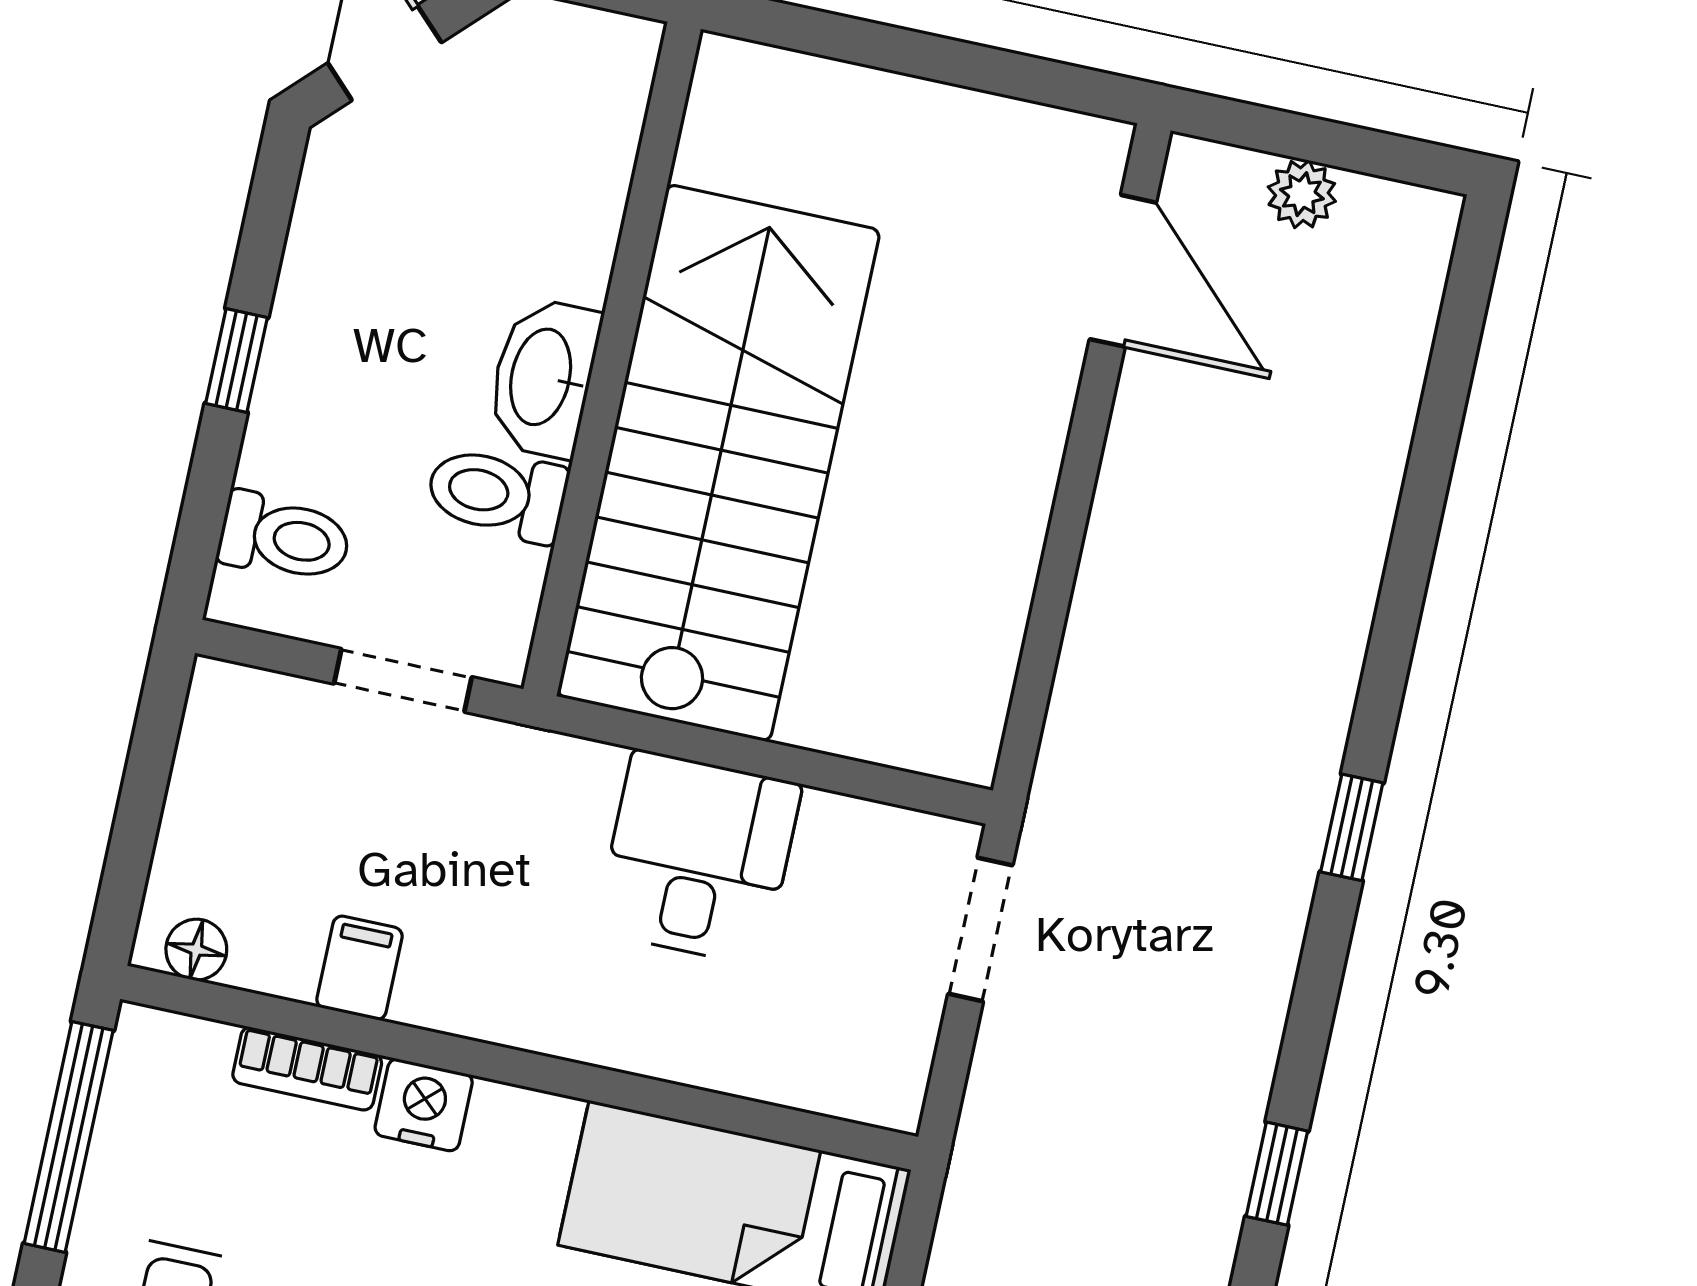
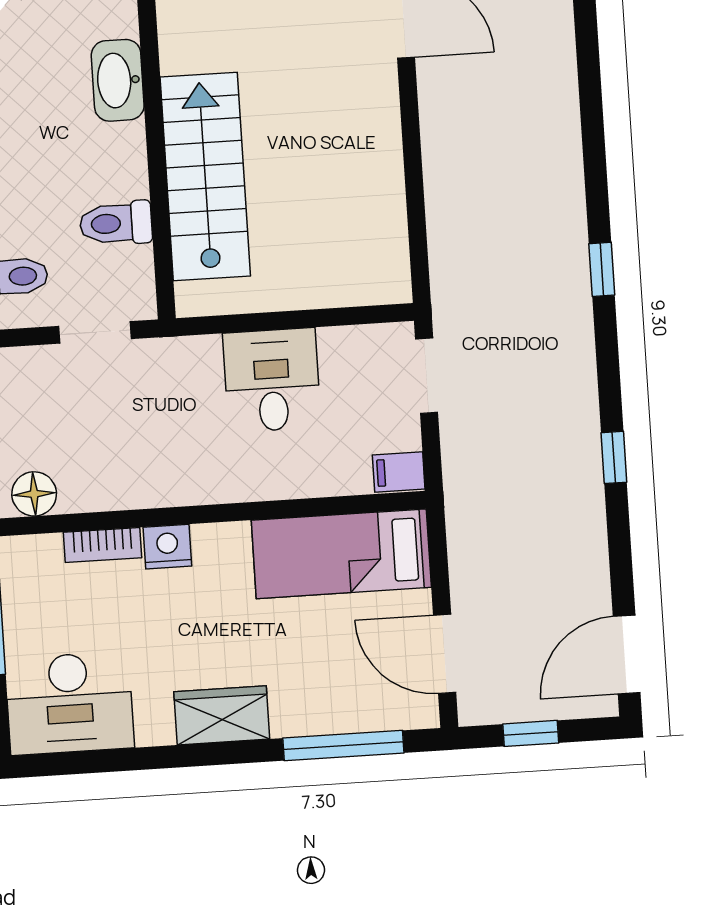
washbasin: (543, 377) -> (118, 80), moved
stairs: (719, 463) -> (205, 176), width x0.73, depth x0.66
floor lamp: (196, 950) -> (34, 494), width x1.37, depth x1.37
filing cabinet: (359, 968) -> (399, 472), moved, turned -90

